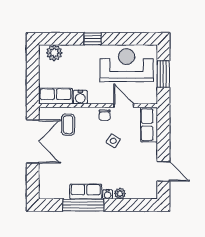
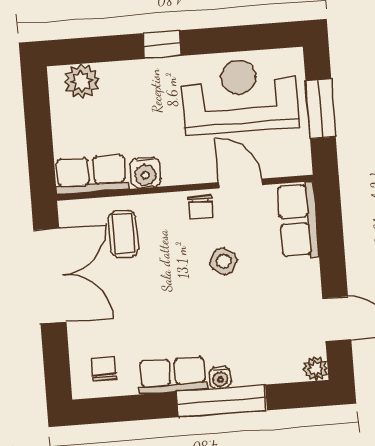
chair: (54, 186) -> (104, 369), added
plant: (120, 194) -> (316, 369), moved
window: (83, 205) -> (222, 401), moved

